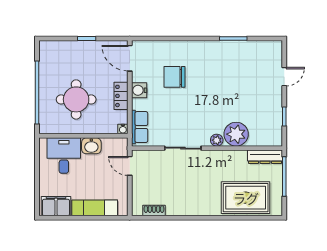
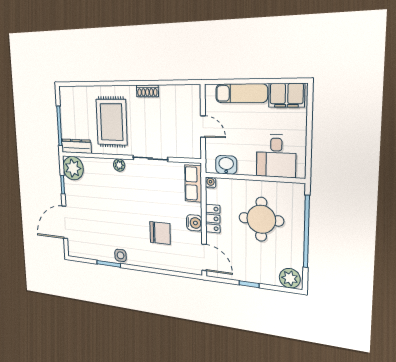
plant: (50, 49) -> (290, 278), added
side table: (219, 49) -> (121, 255), added
door: (284, 77) -> (65, 222), width x1.88
plant: (236, 134) -> (73, 168), moved
washbasin: (91, 146) -> (226, 165), moved
door: (130, 166) -> (203, 126), moved
rug: (246, 198) -> (112, 122), moved, turned 90
shoe rack: (154, 210) -> (147, 91), moved

